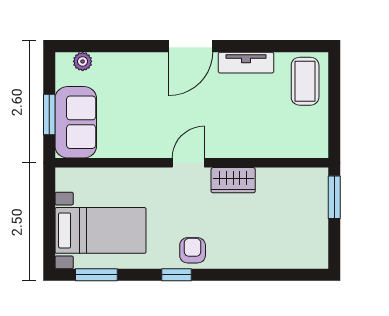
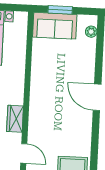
tv unit: (246, 63) -> (86, 130), removed
door: (188, 163) -> (24, 153), moved

